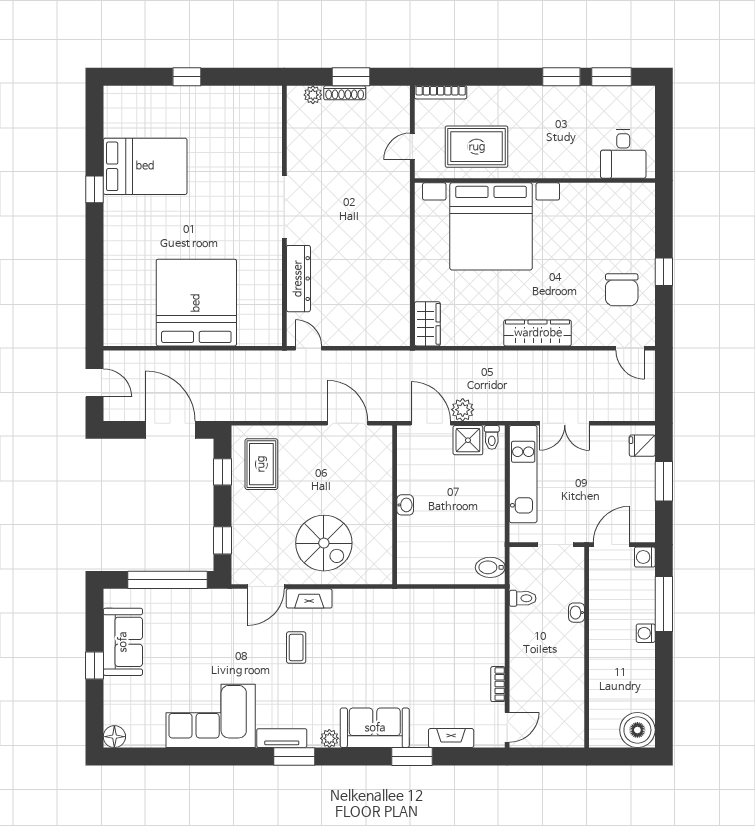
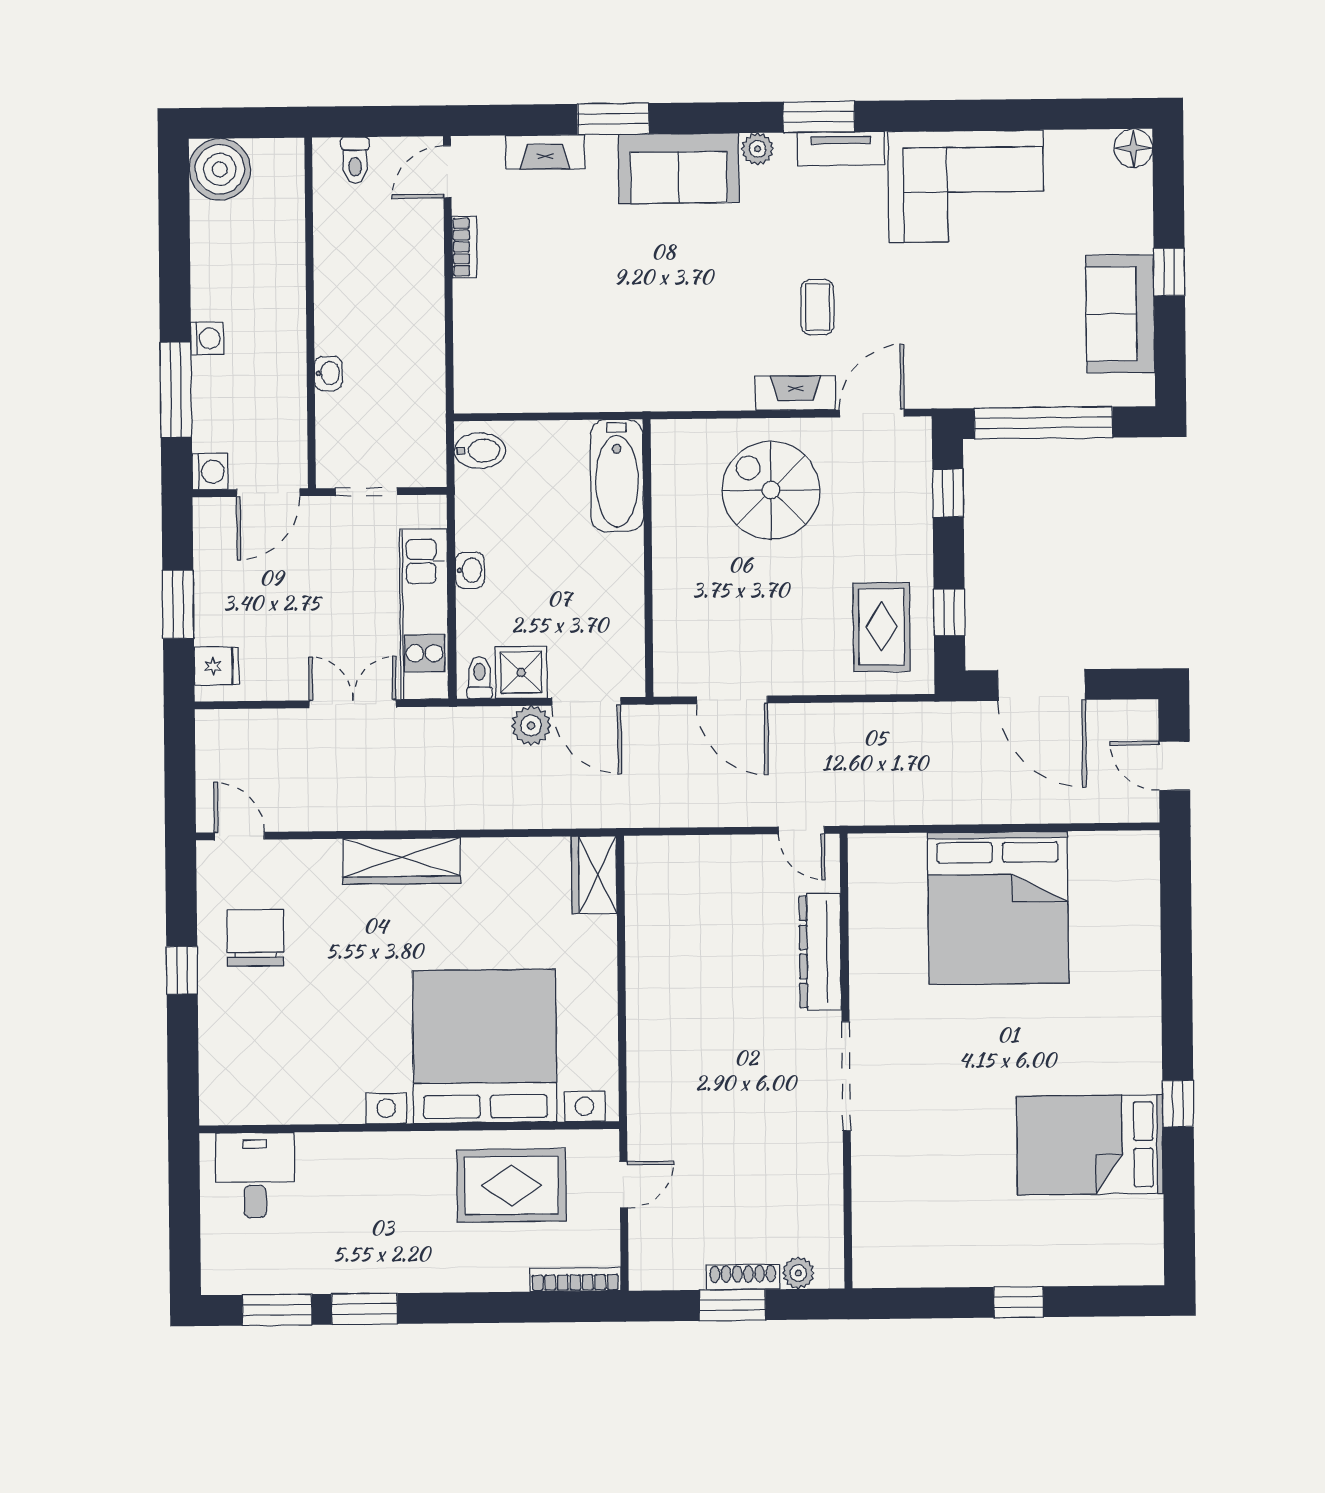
washbasin: (405, 505) -> (470, 570), moved, turned 180
bathtub: (412, 552) -> (617, 476), added
toilet: (523, 598) -> (355, 160), moved, turned -90

